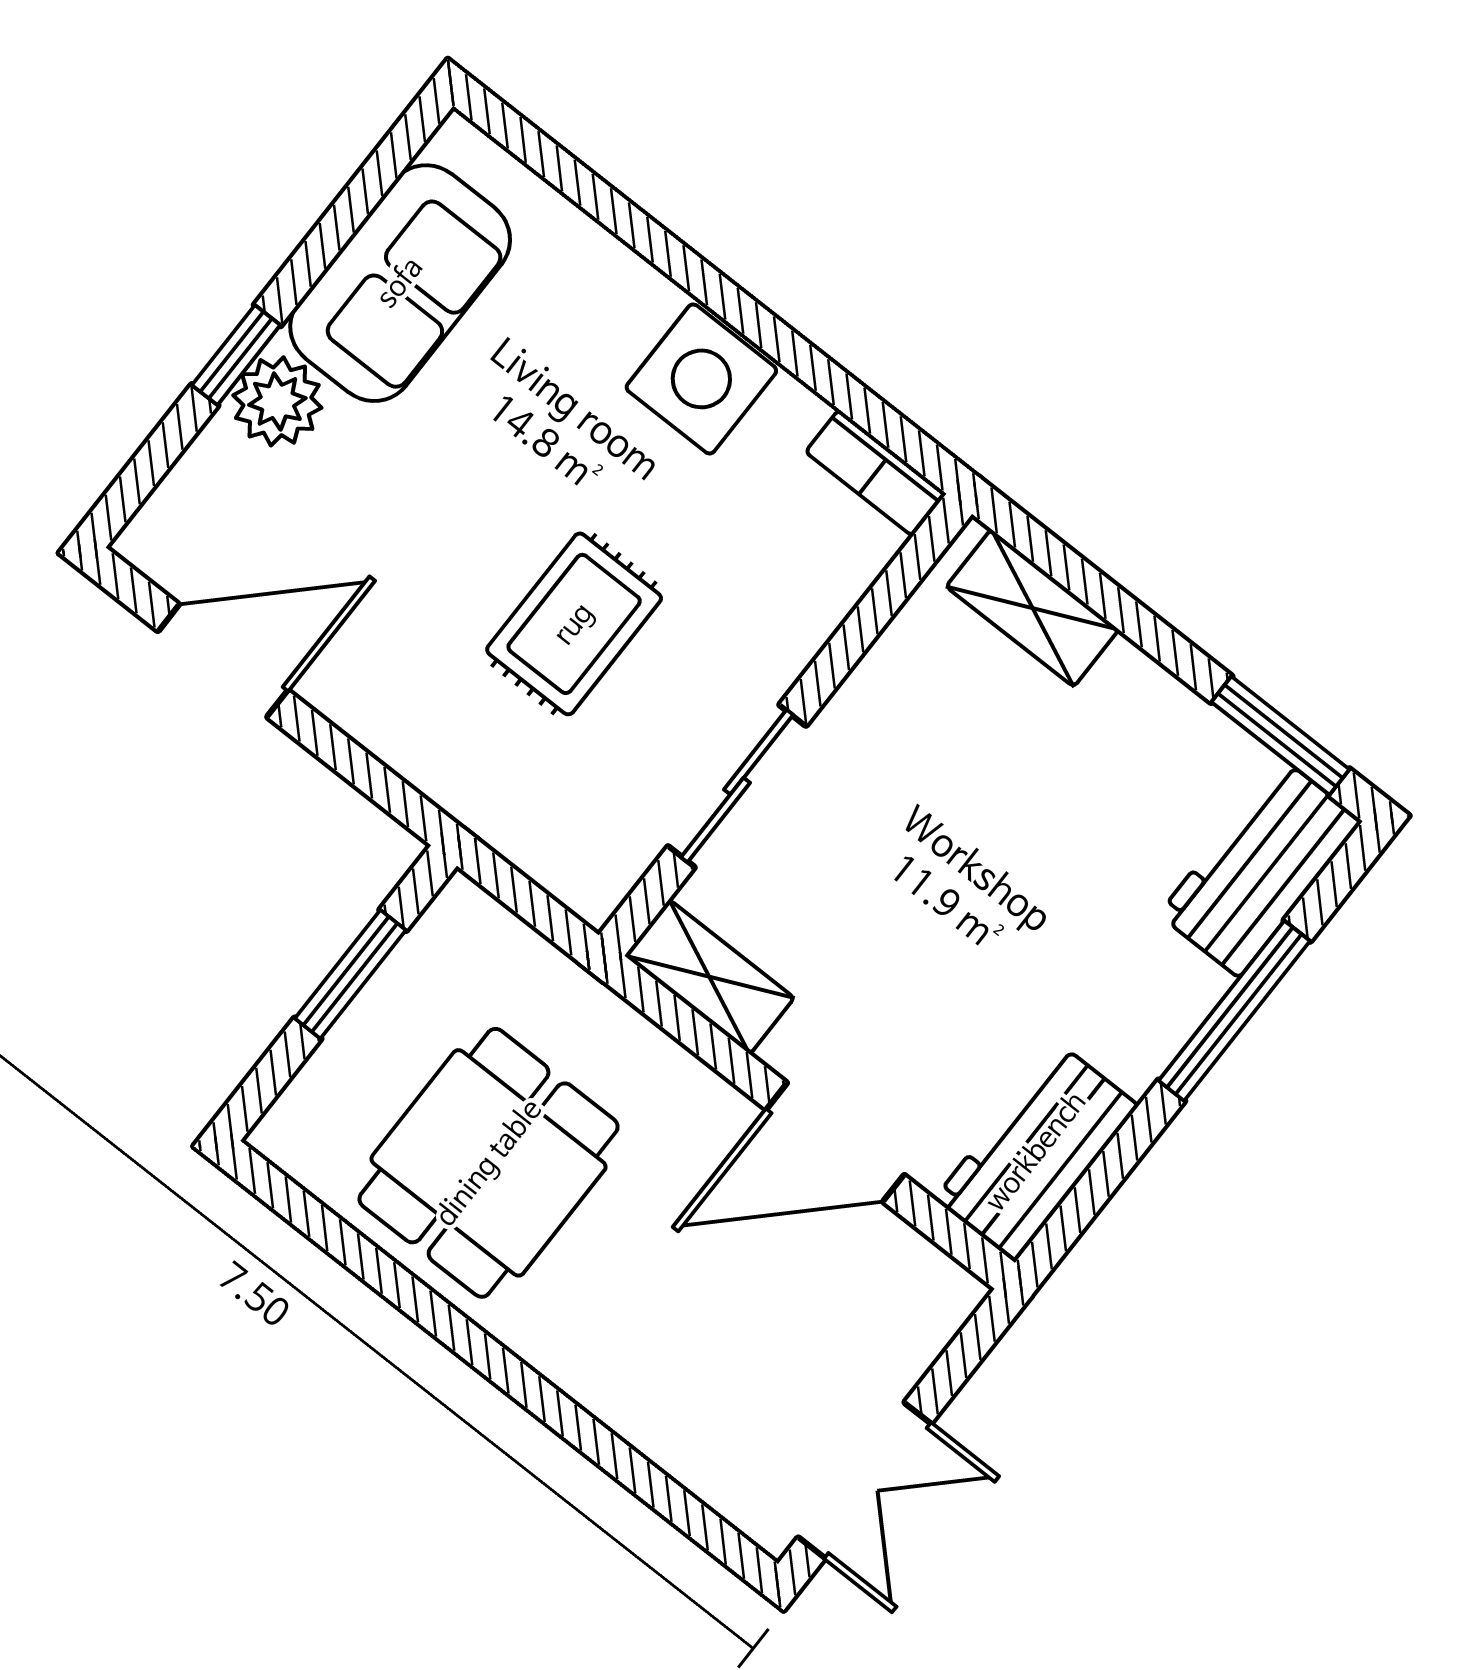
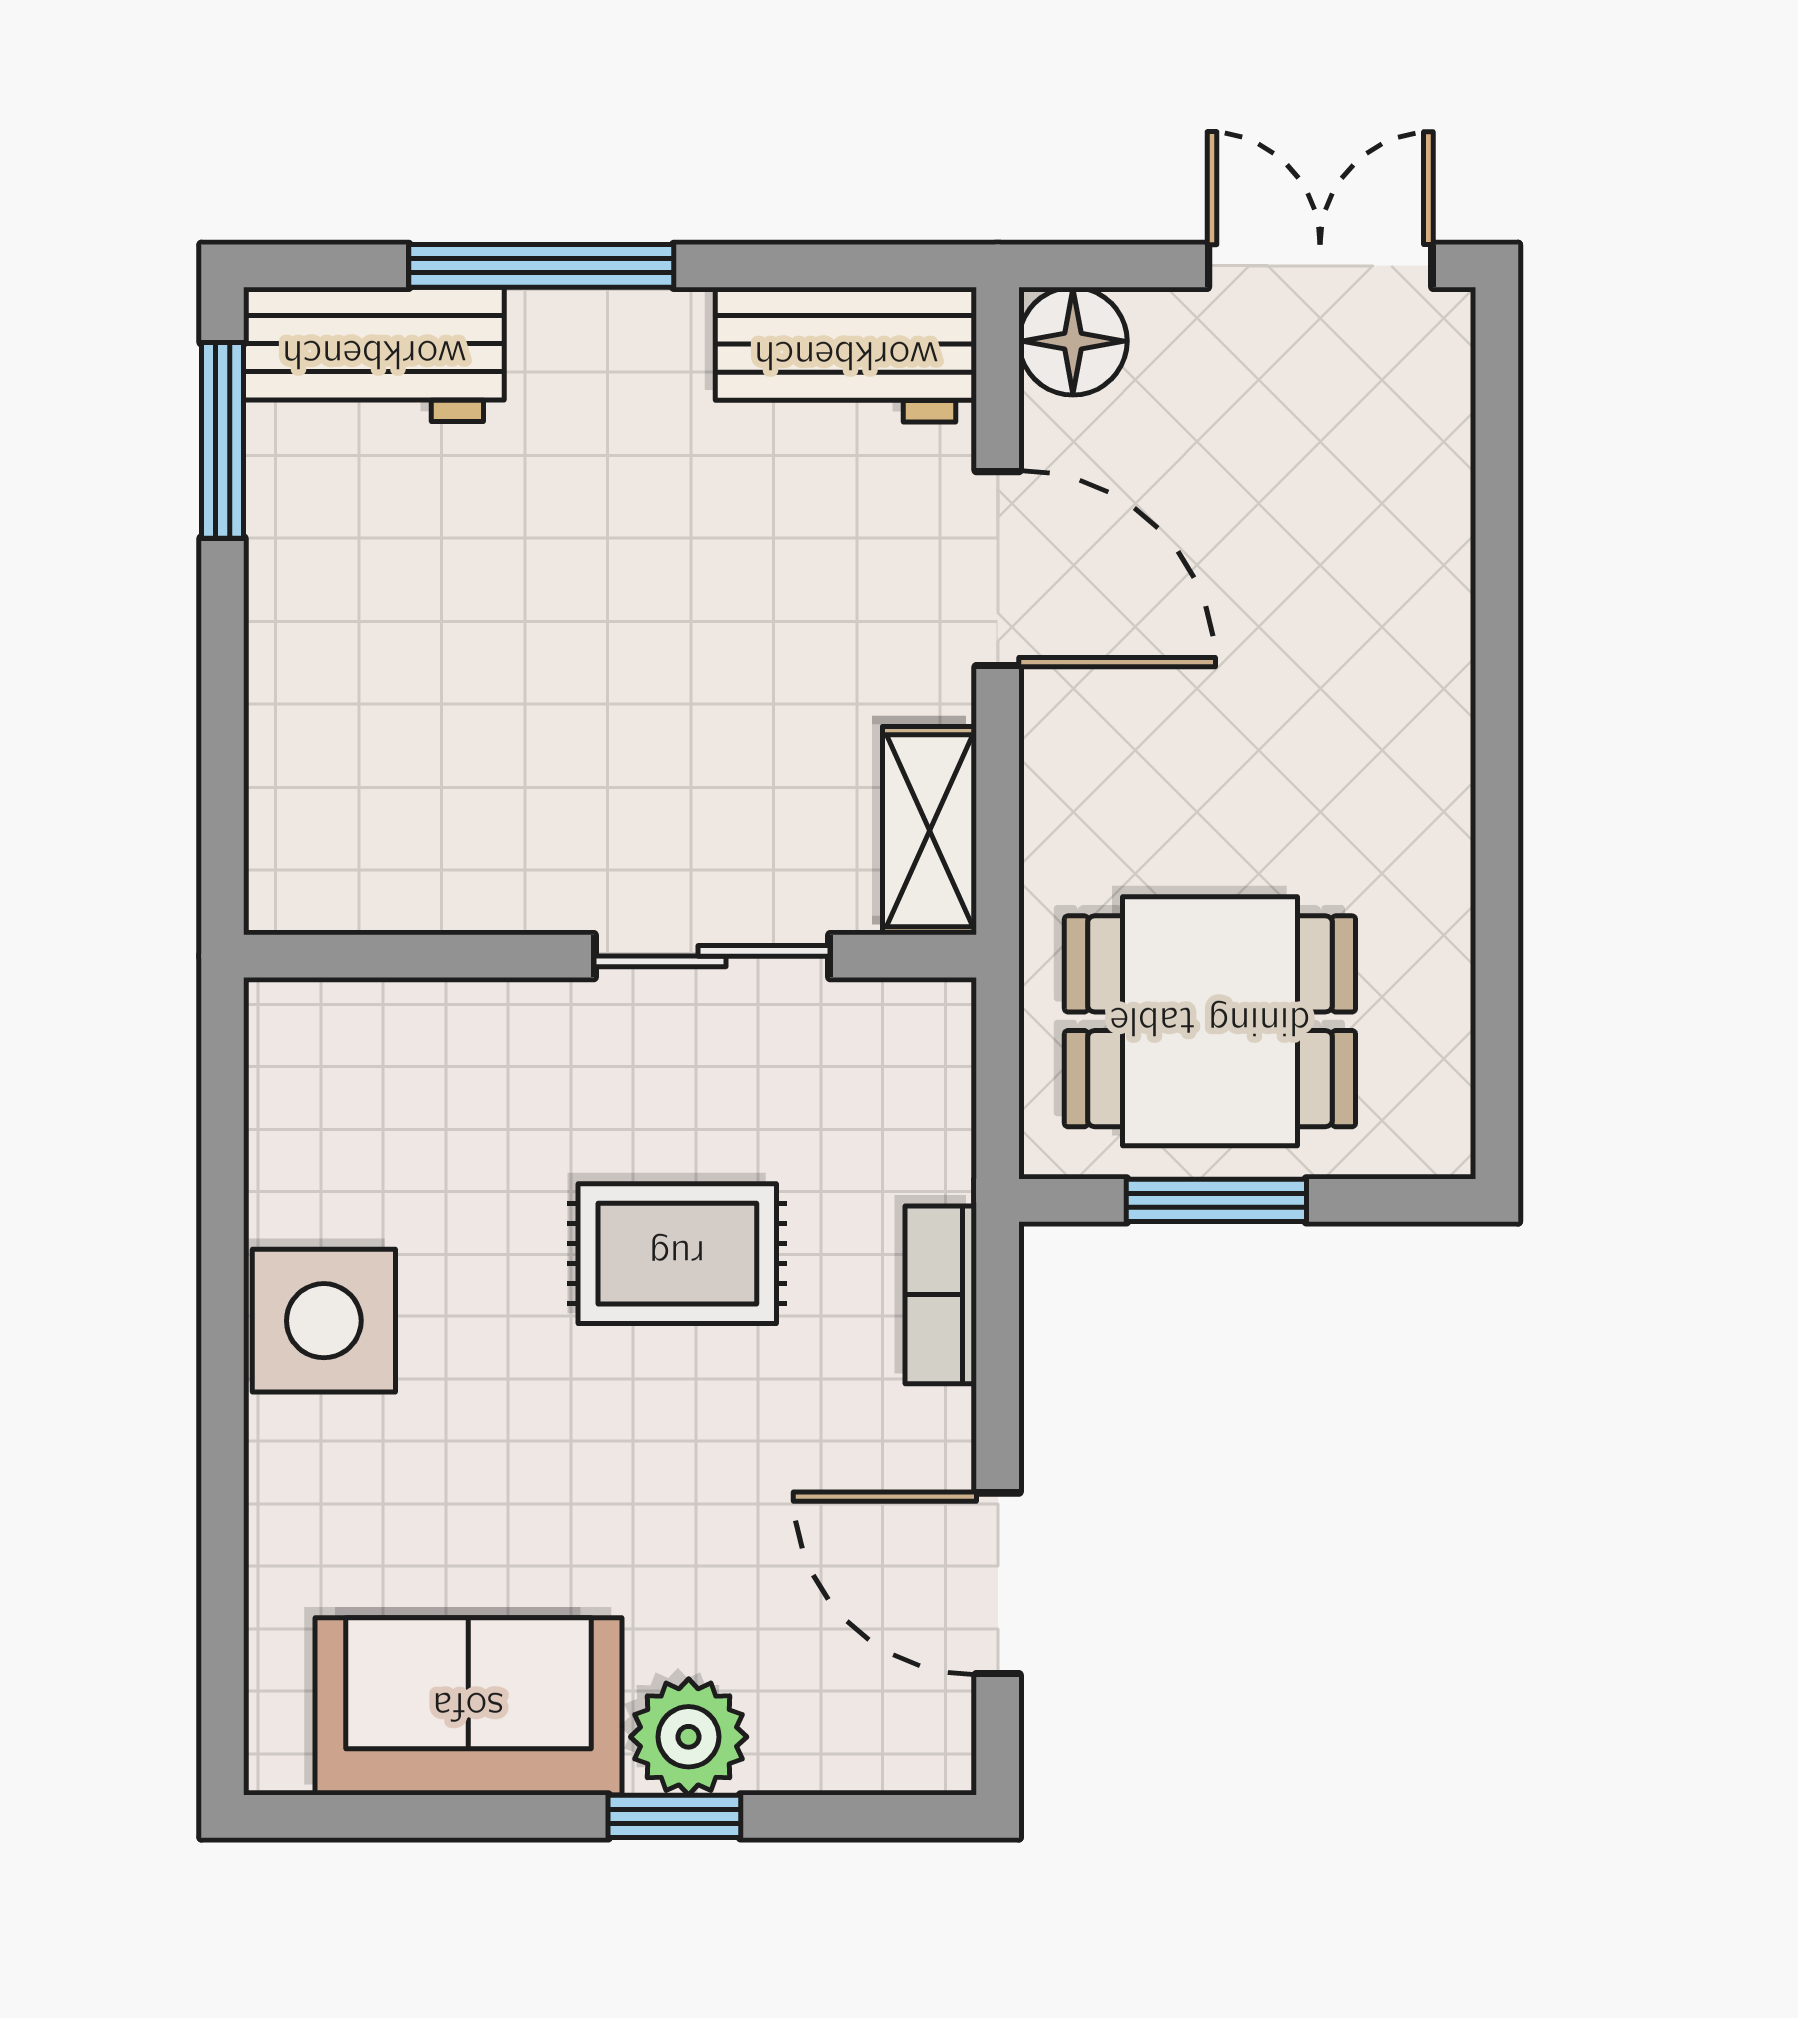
bookcase: (876, 473) -> (941, 1295), moved, turned 180
shelving: (1033, 608) -> (291, 797), removed
dining table: (489, 1163) -> (1210, 1021), moved
floor lamp: (937, 1296) -> (1073, 341), added

